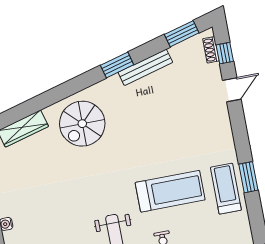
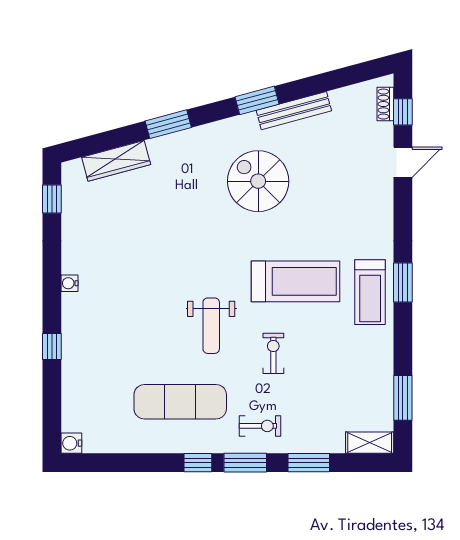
window: (182, 34) -> (168, 124), moved
spiral stairs: (82, 124) -> (258, 181), moved, turned 90
treadmill: (226, 189) -> (370, 292), turned 180

